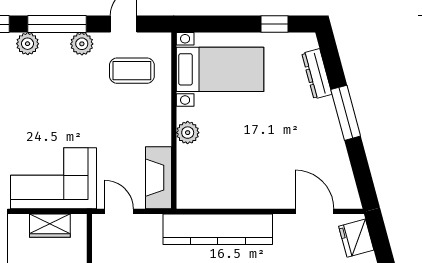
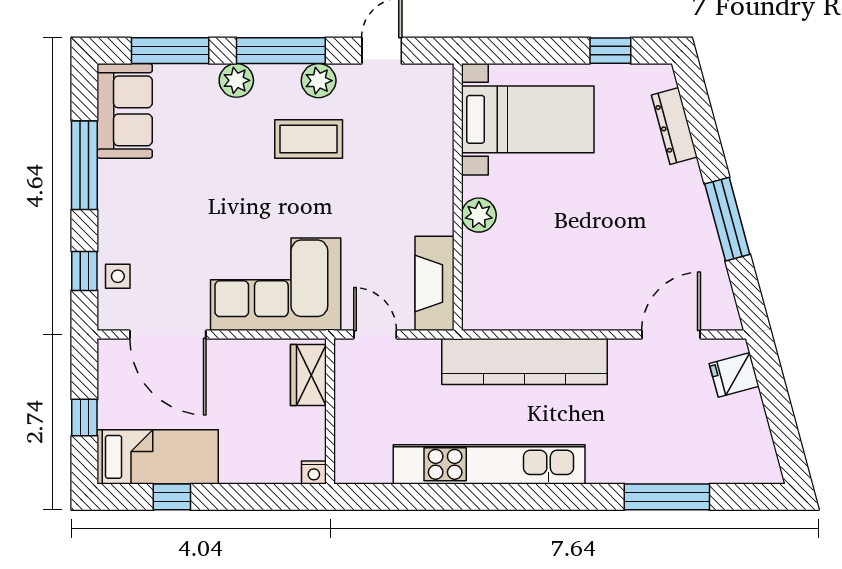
coffee table: (132, 71) -> (309, 139), moved
window: (346, 113) -> (727, 219), moved
door: (315, 211) -> (671, 334), hinge flipped
wardrobe: (50, 226) -> (308, 375), moved, turned 90
fridge: (356, 238) -> (734, 375), width x0.72

